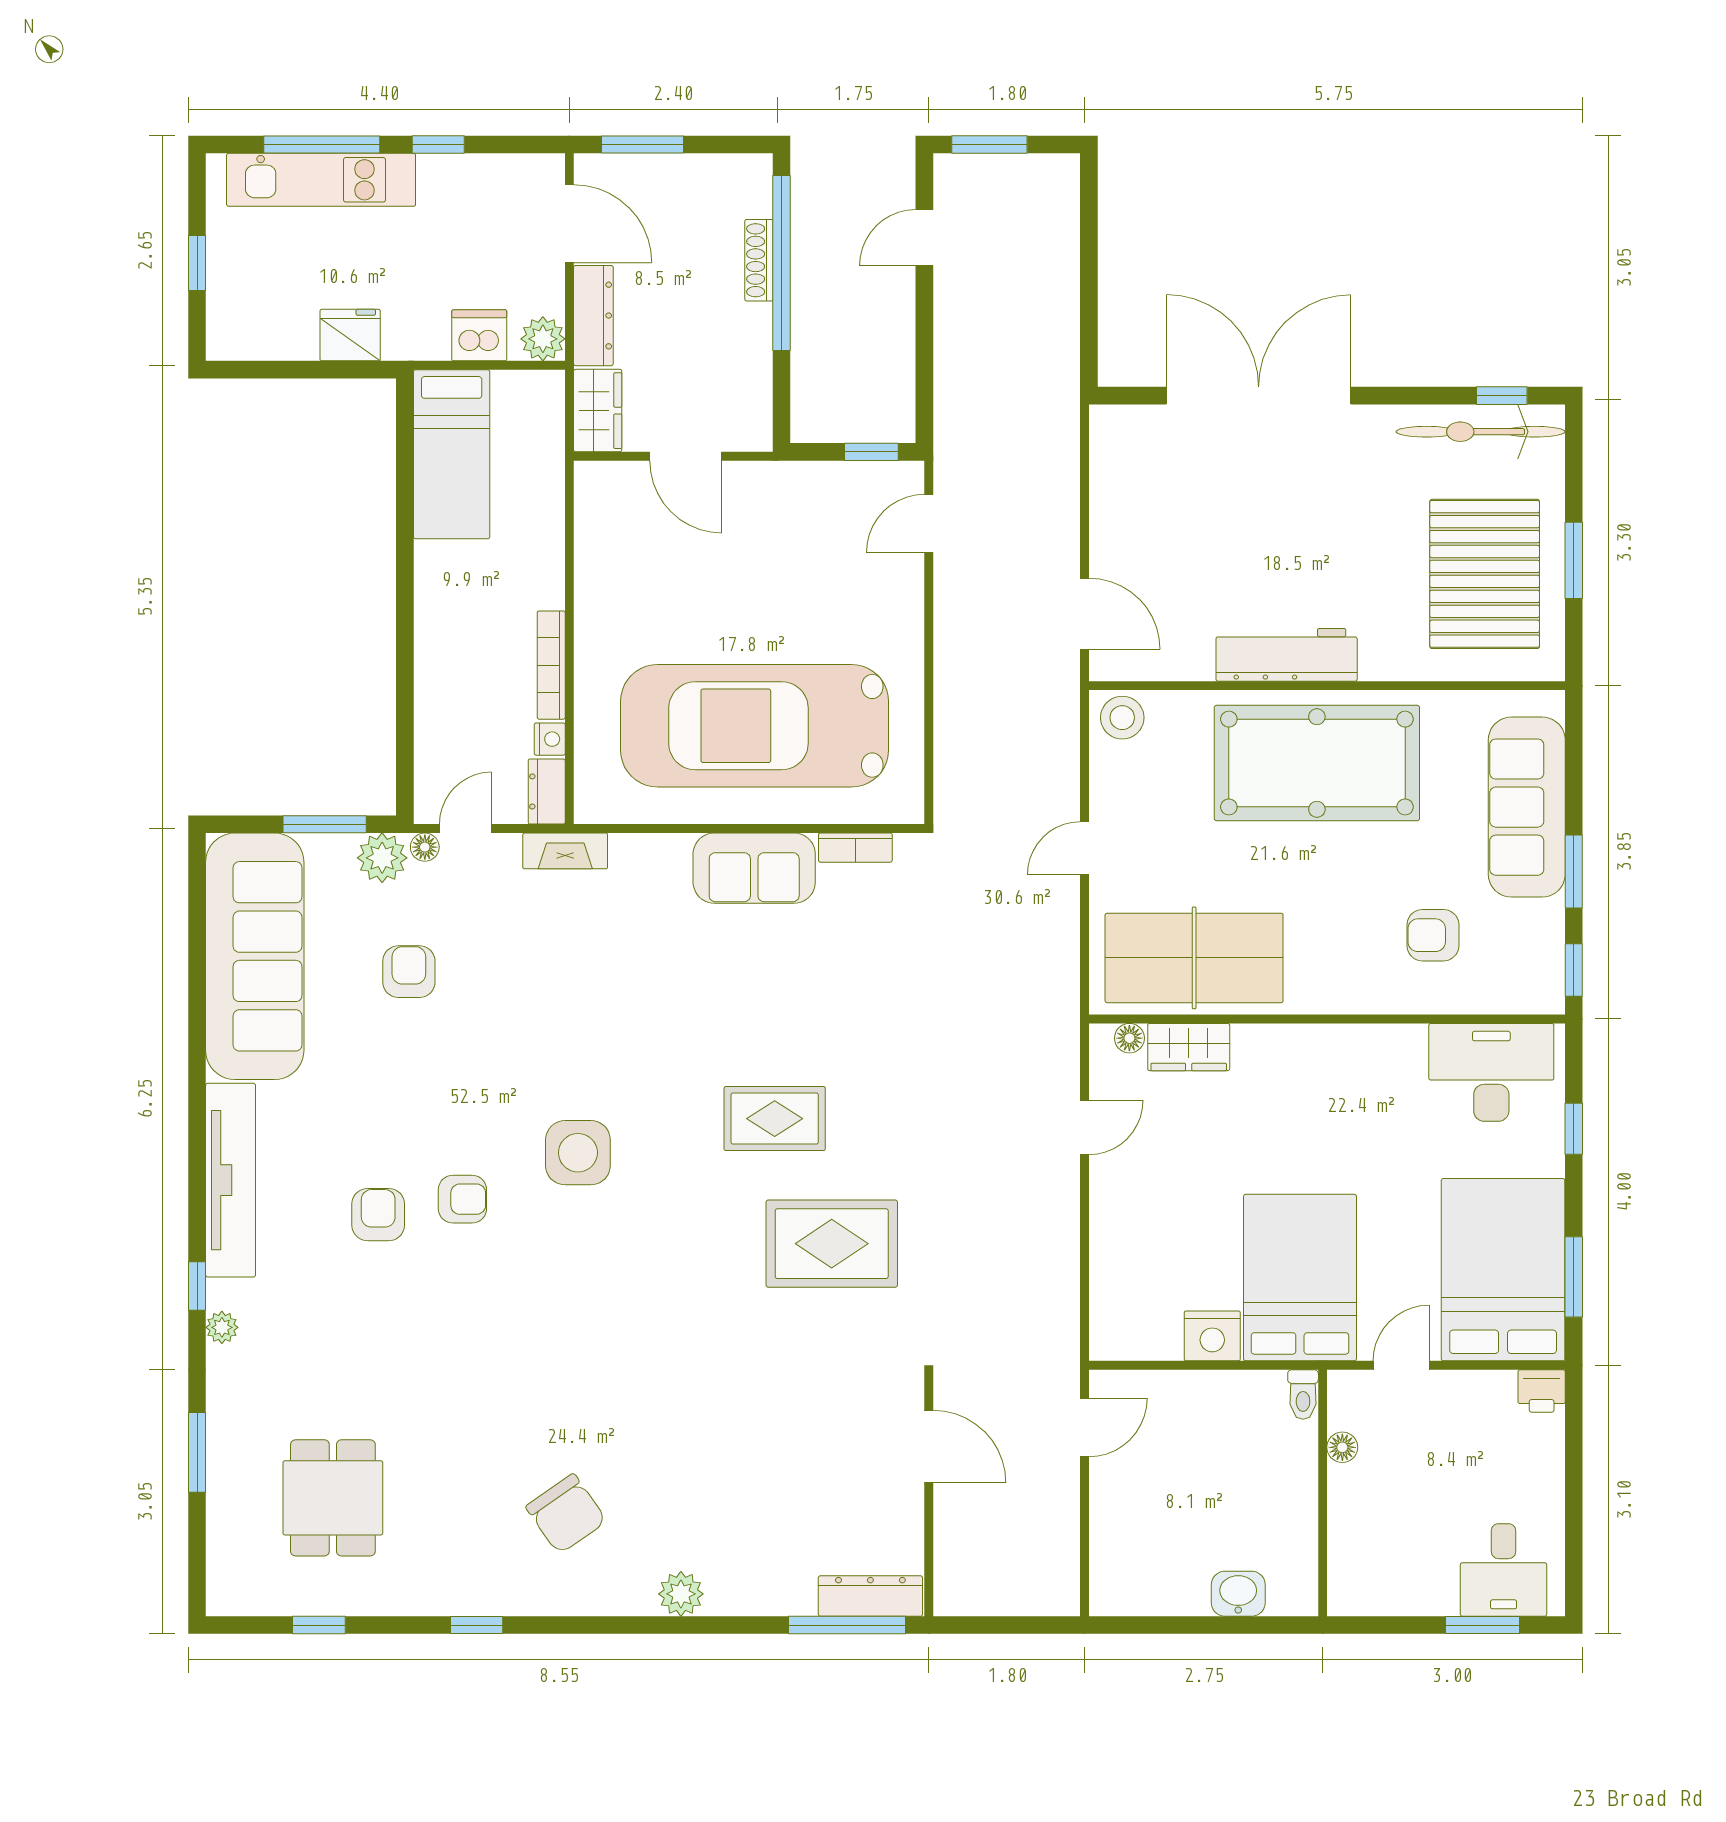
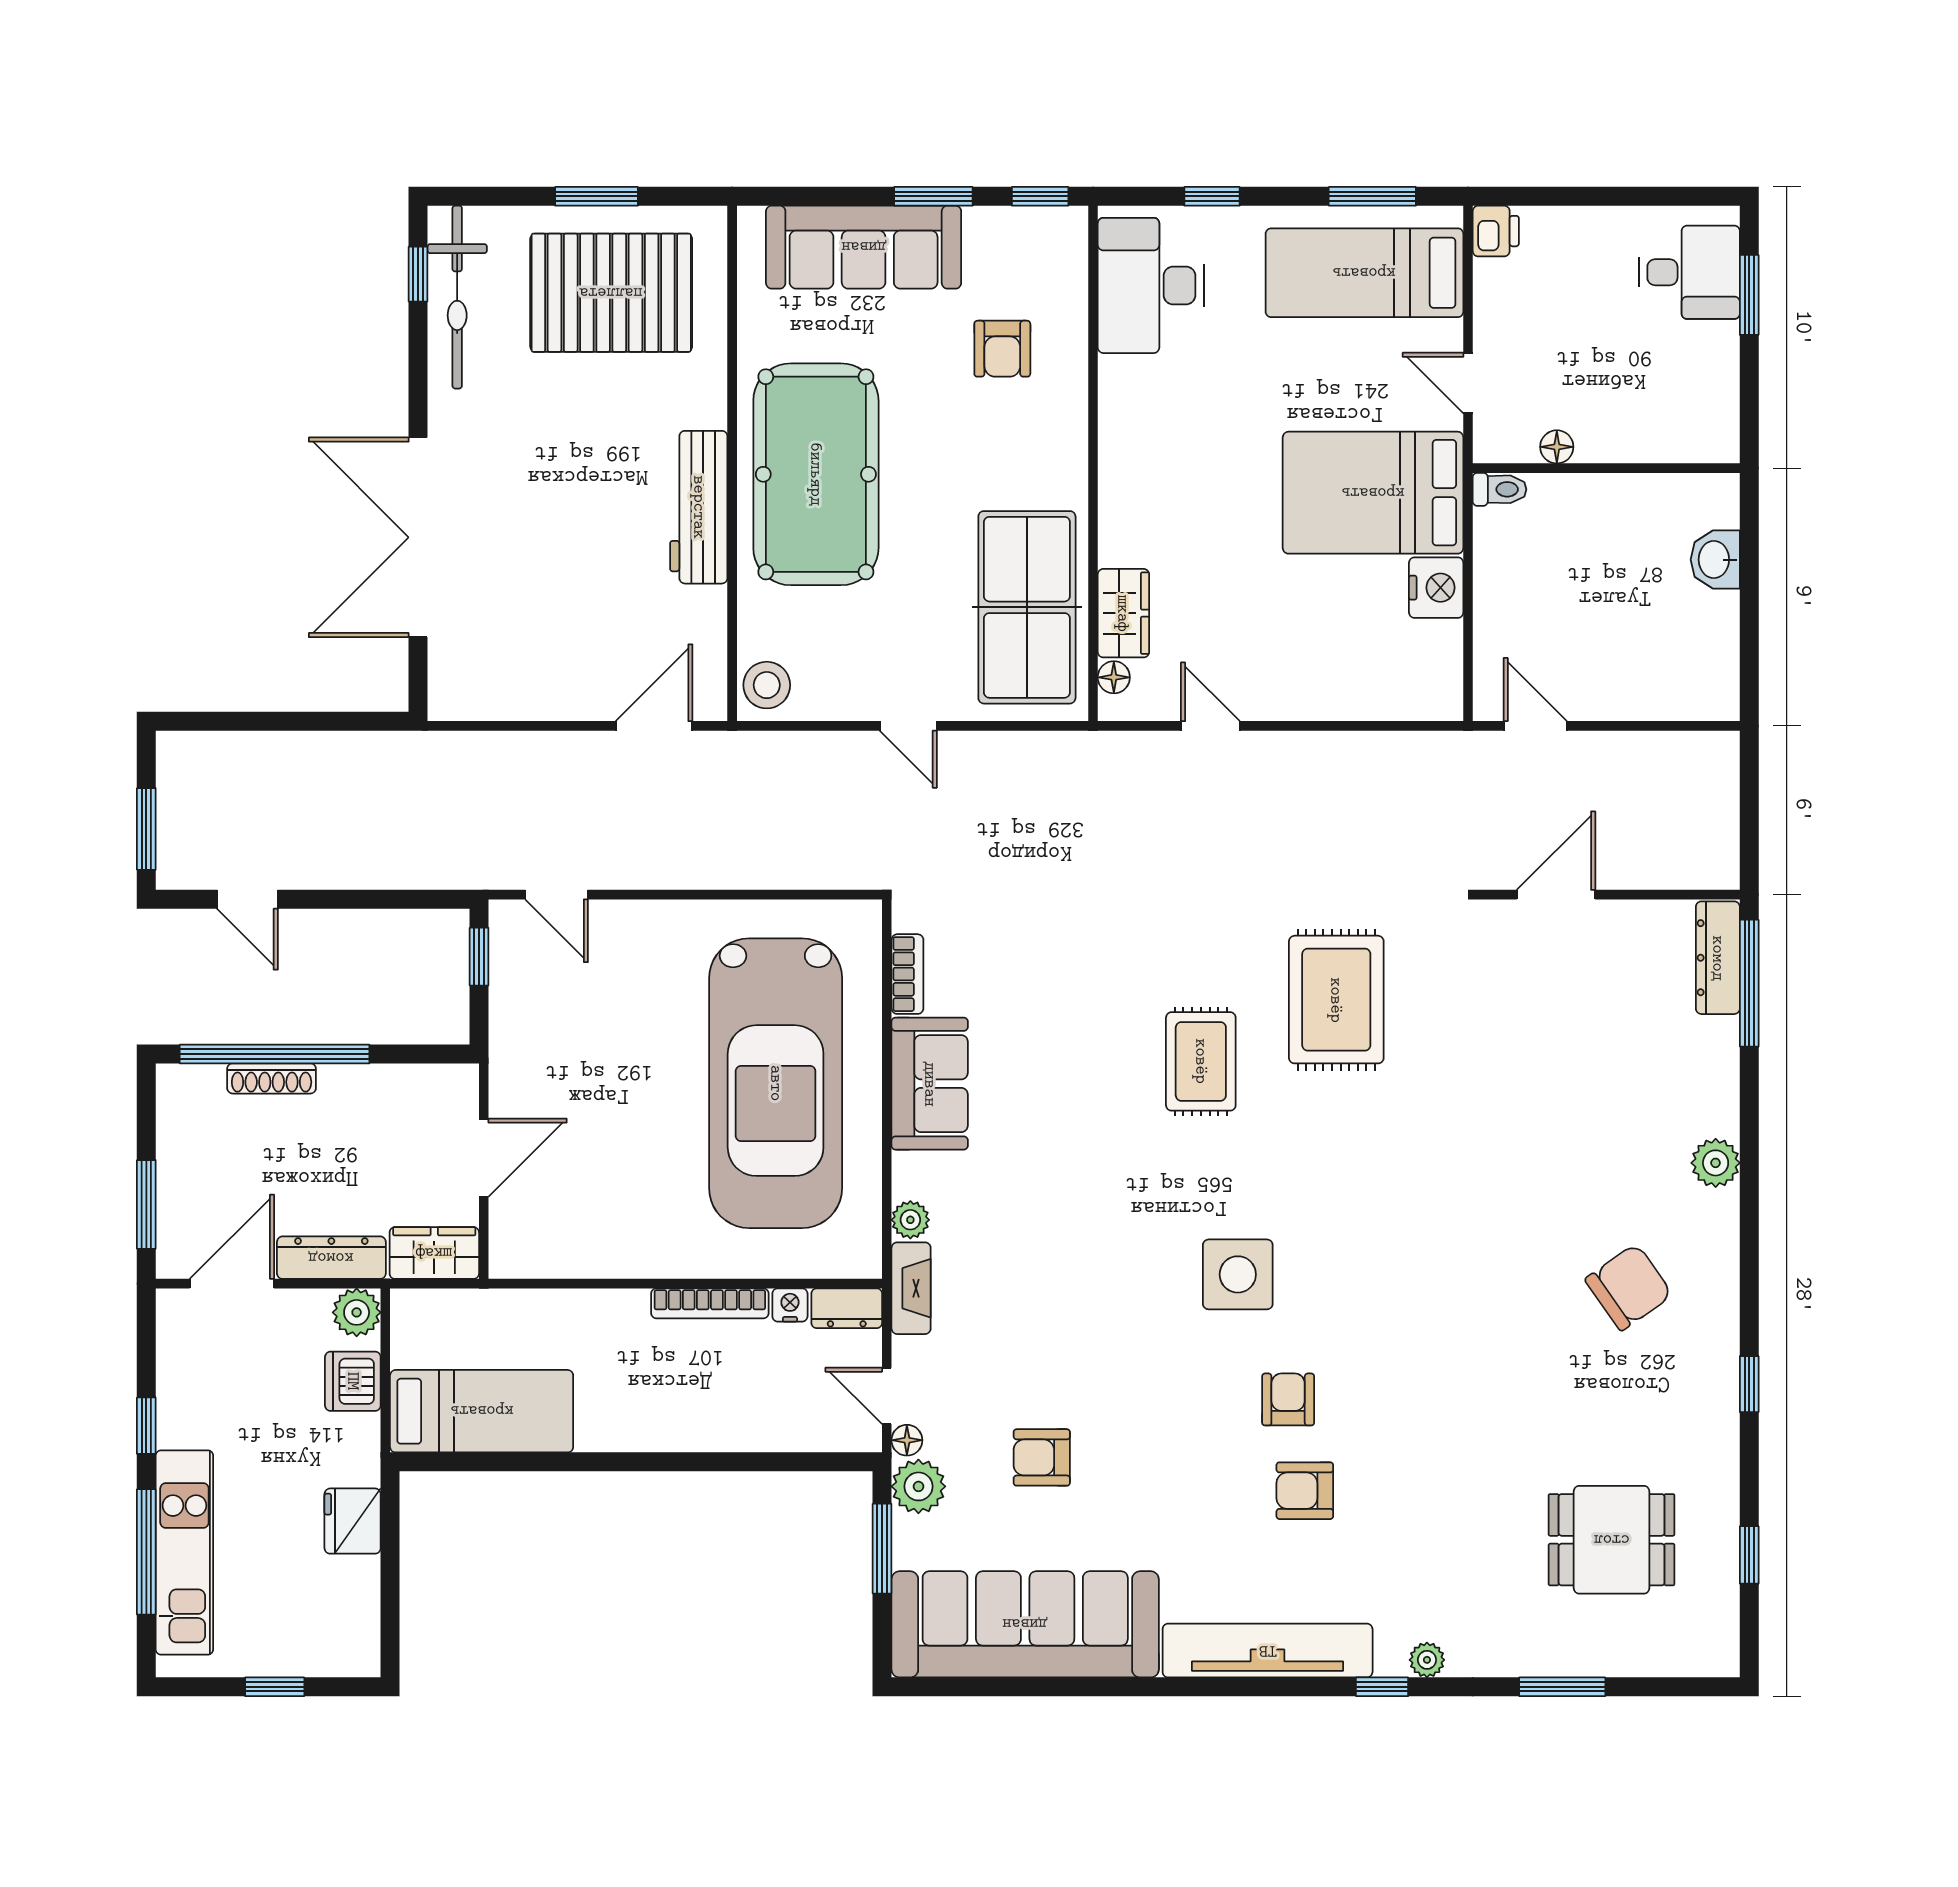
plant: (628, 850) -> (910, 1220), added
bed: (1503, 1270) -> (1364, 273), width x0.67

